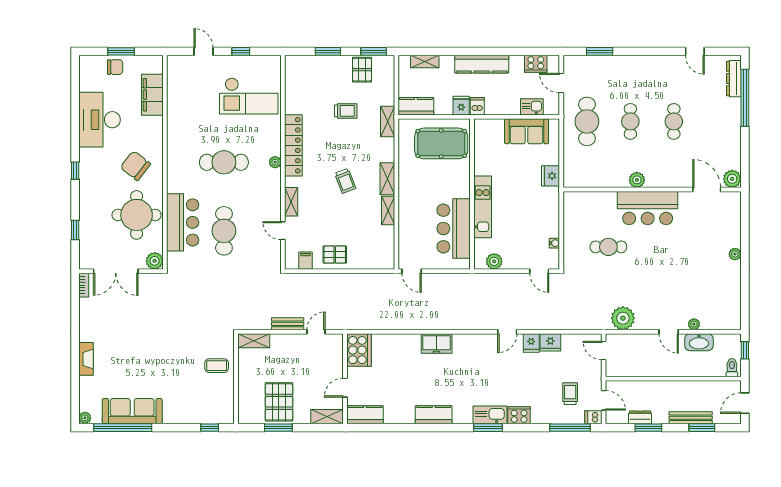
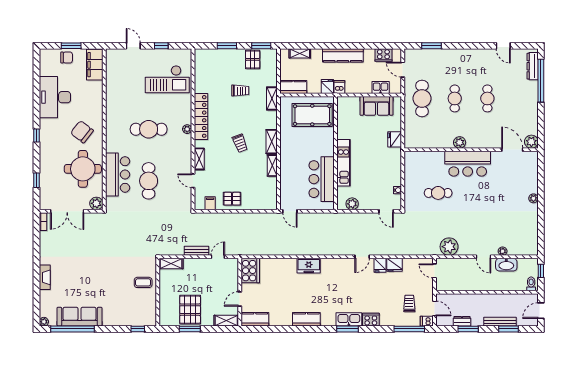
filing cabinet: (152, 95) -> (95, 65), moved

